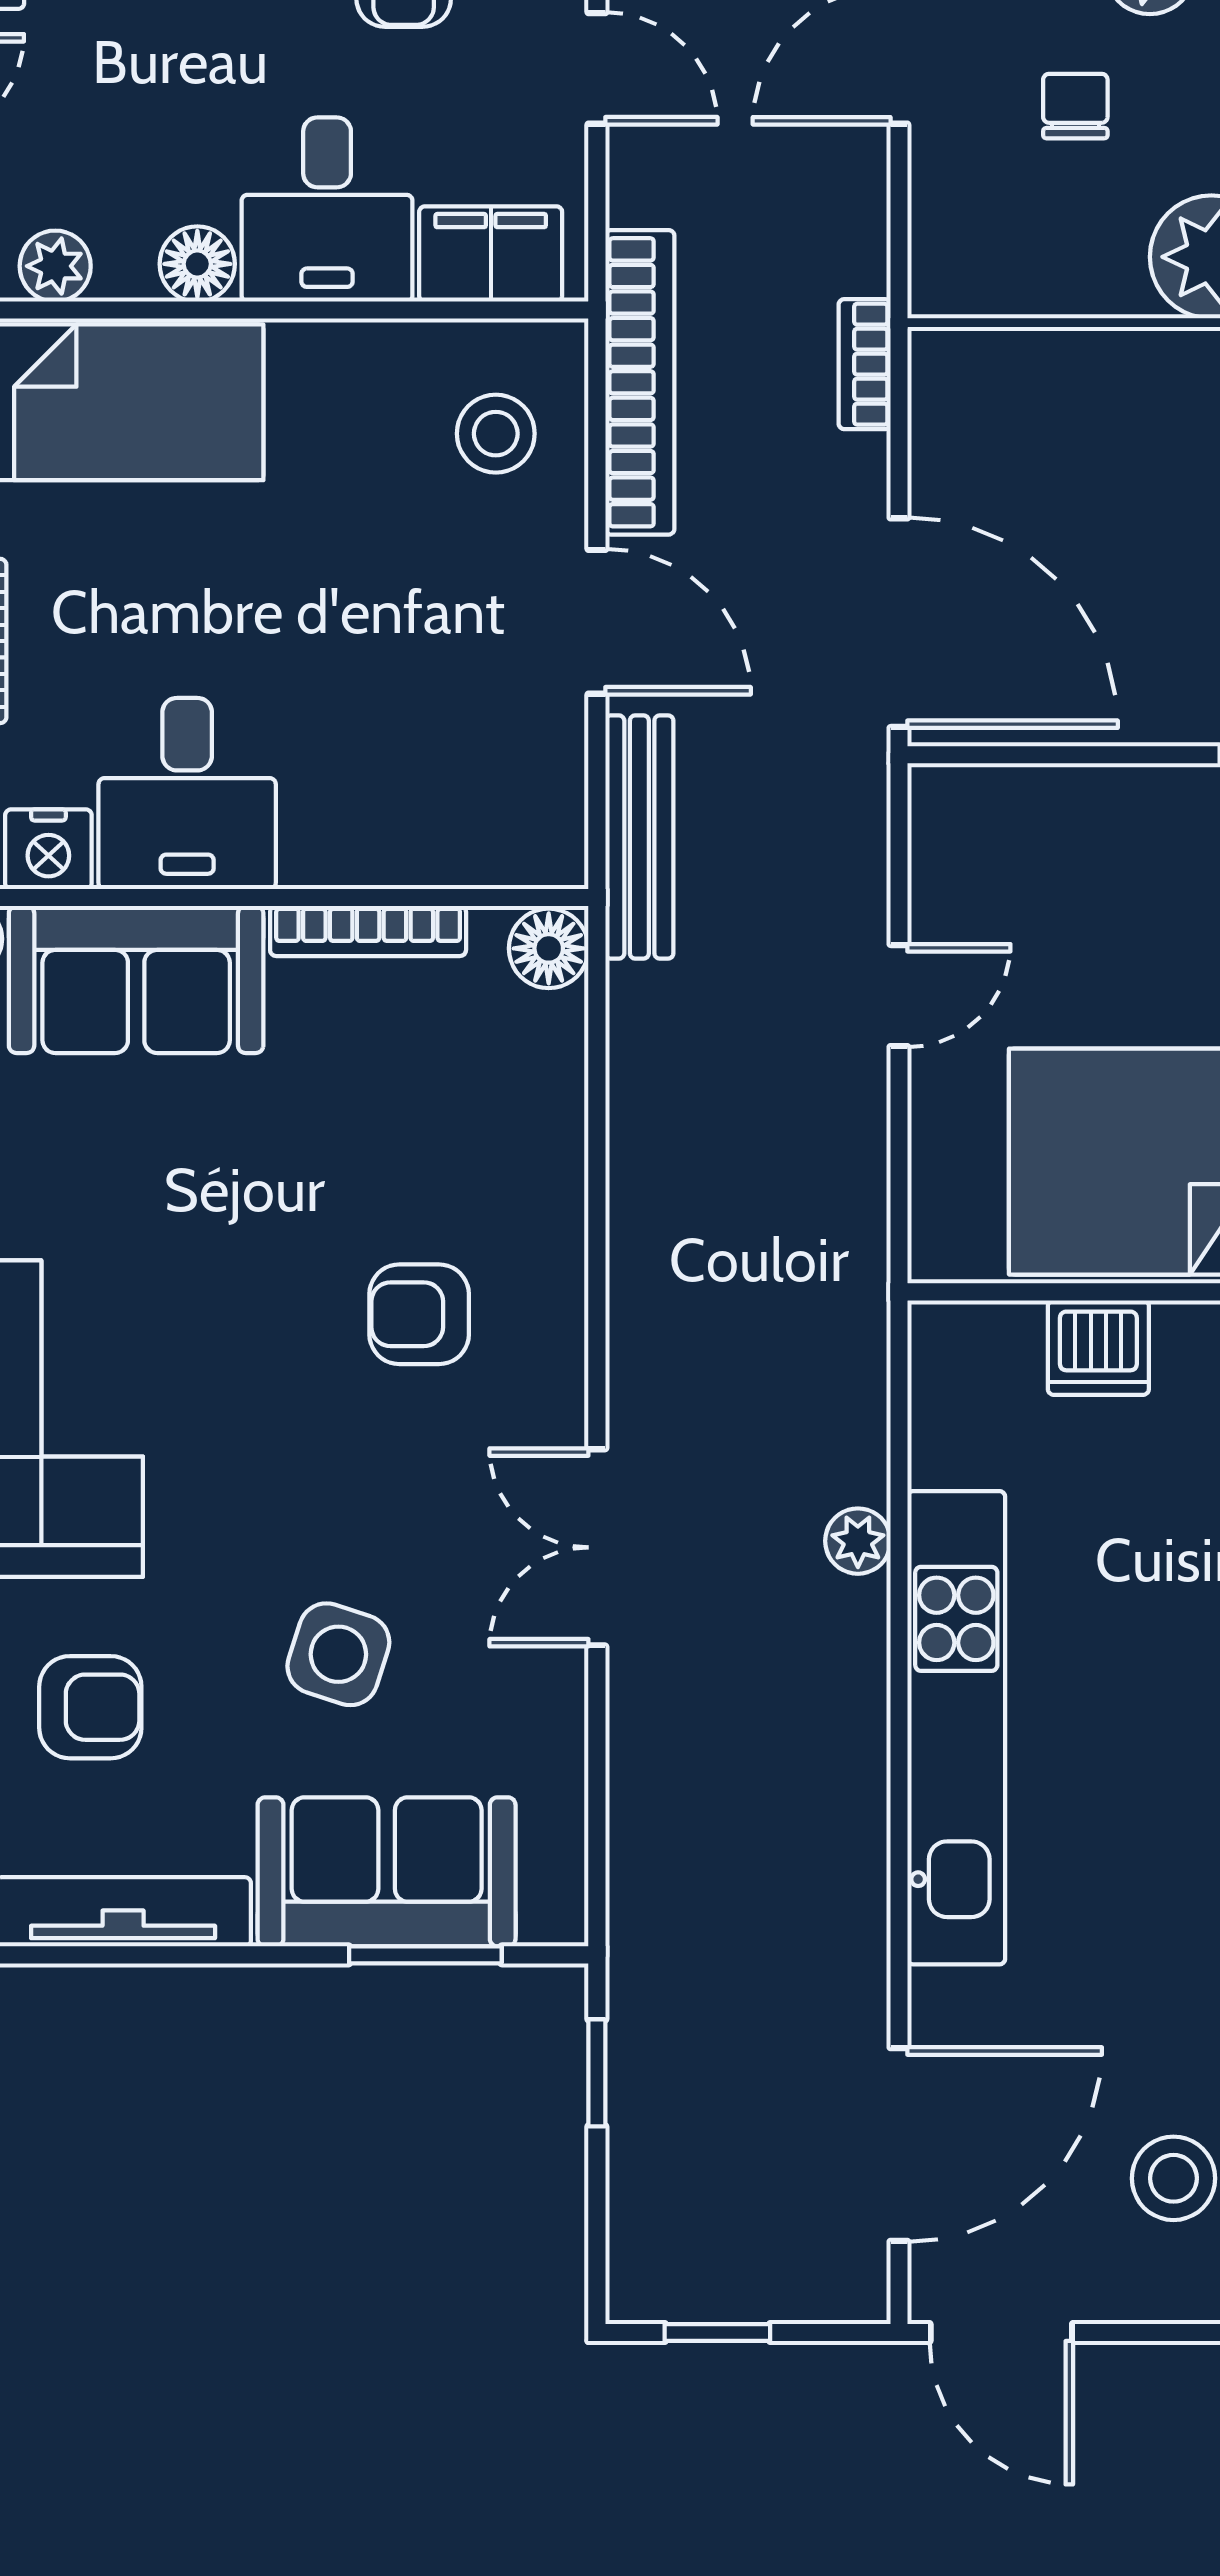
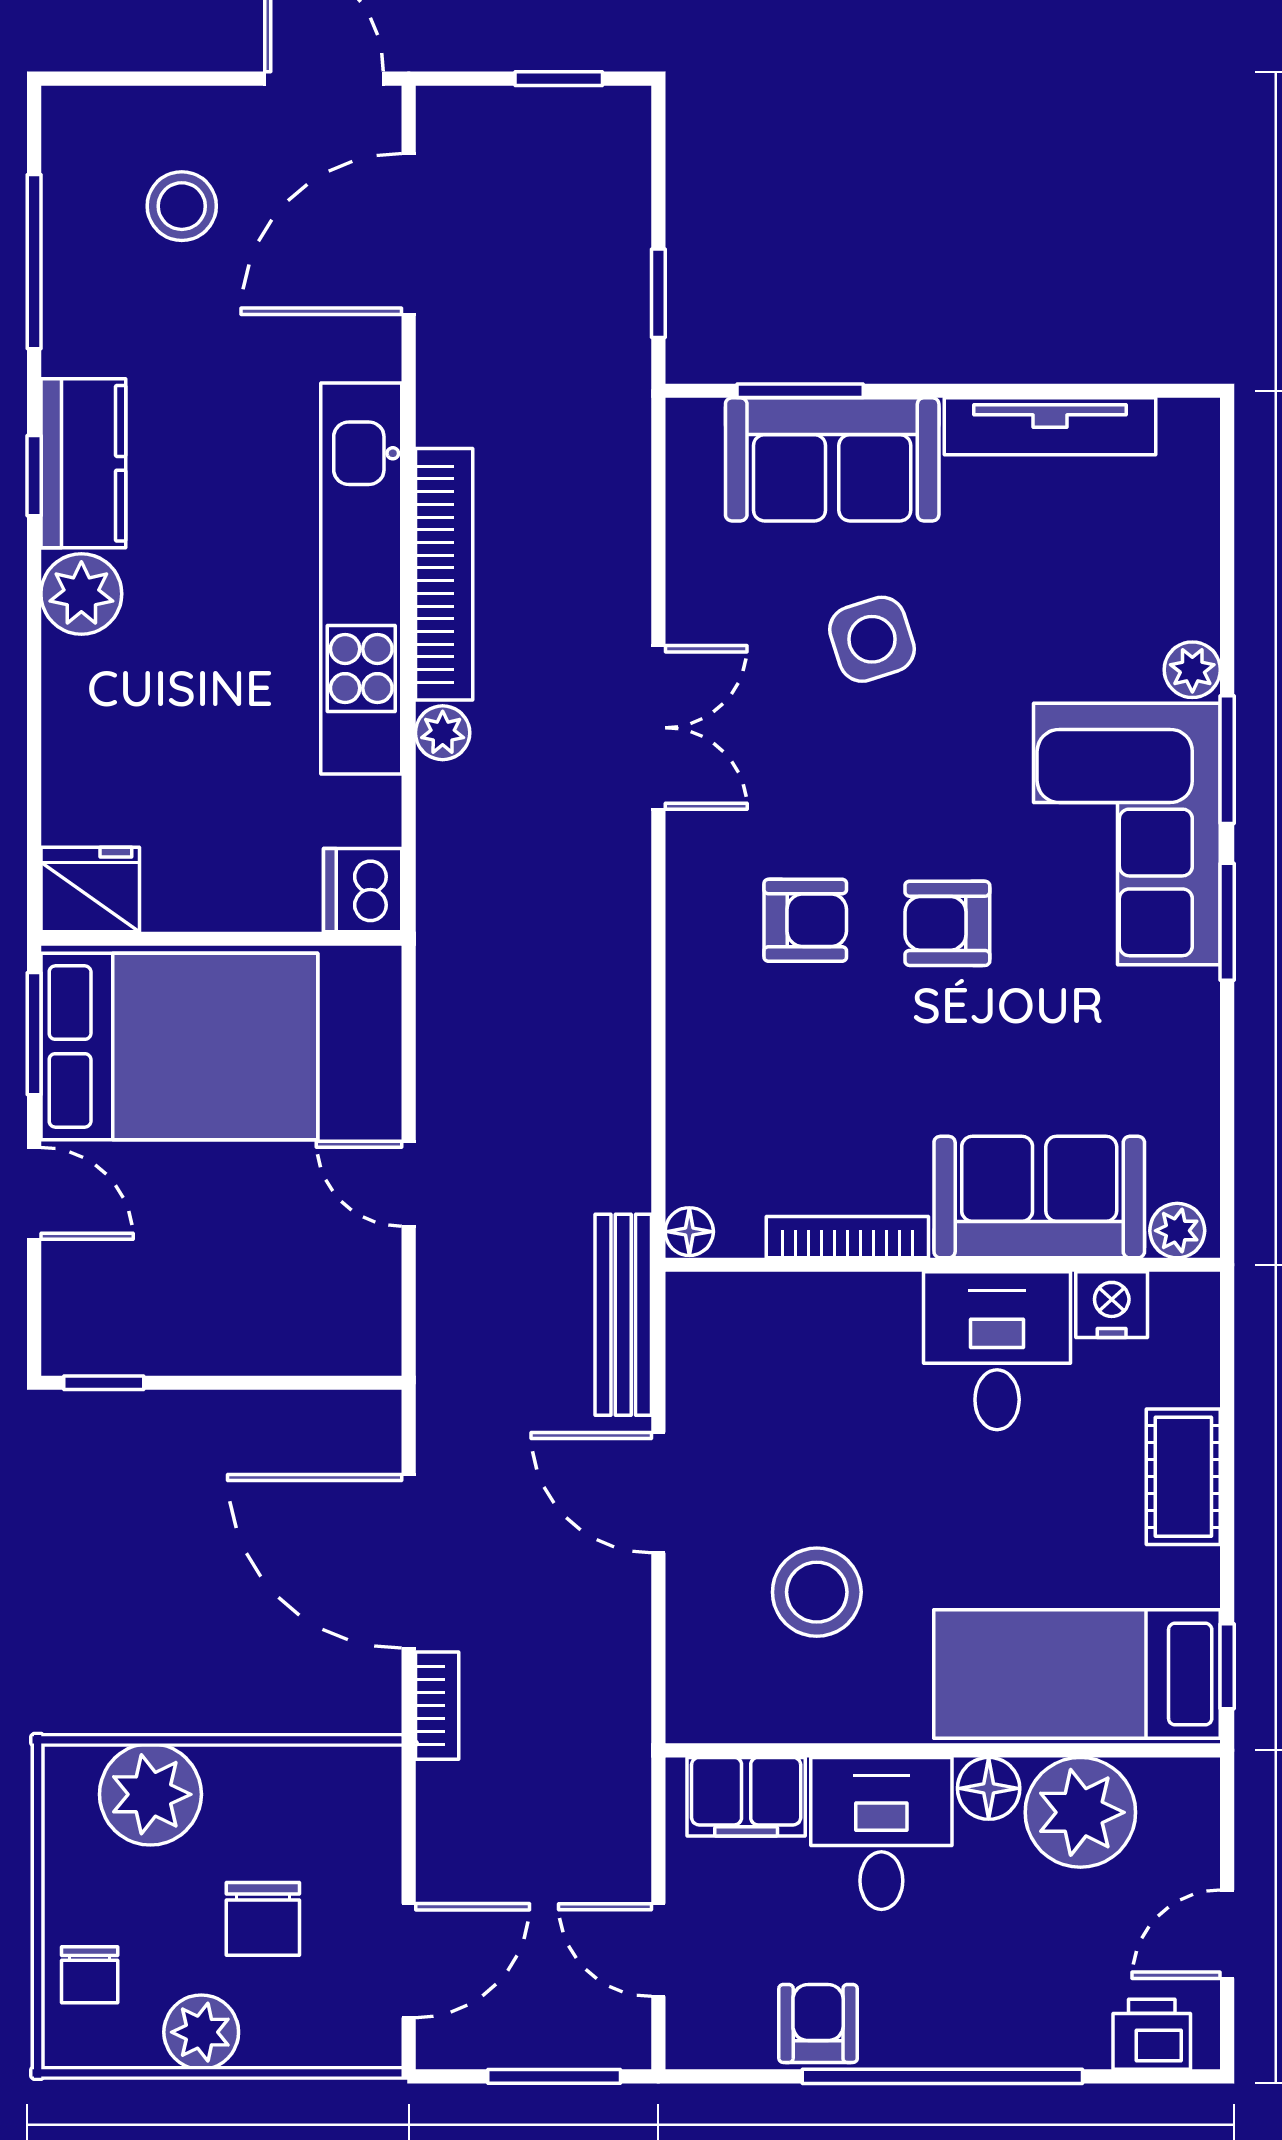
chair: (1075, 106) -> (263, 1919), width x1.37, depth x1.37
plant: (55, 266) -> (1080, 1812), width x1.88, depth x1.88
bookcase: (640, 382) -> (444, 574), moved, turned 180
stool: (496, 434) -> (817, 1592), moved, width x1.38, depth x1.38
door: (899, 623) -> (409, 1561), moved
floor lamp: (549, 948) -> (689, 1232), width x0.73, depth x0.73
door: (899, 996) -> (409, 1184), hinge flipped
dishwasher: (1098, 1348) -> (363, 890), moved, turned -90
side table: (338, 1654) -> (872, 639), turned -36
armchair: (90, 1707) -> (947, 923), moved

